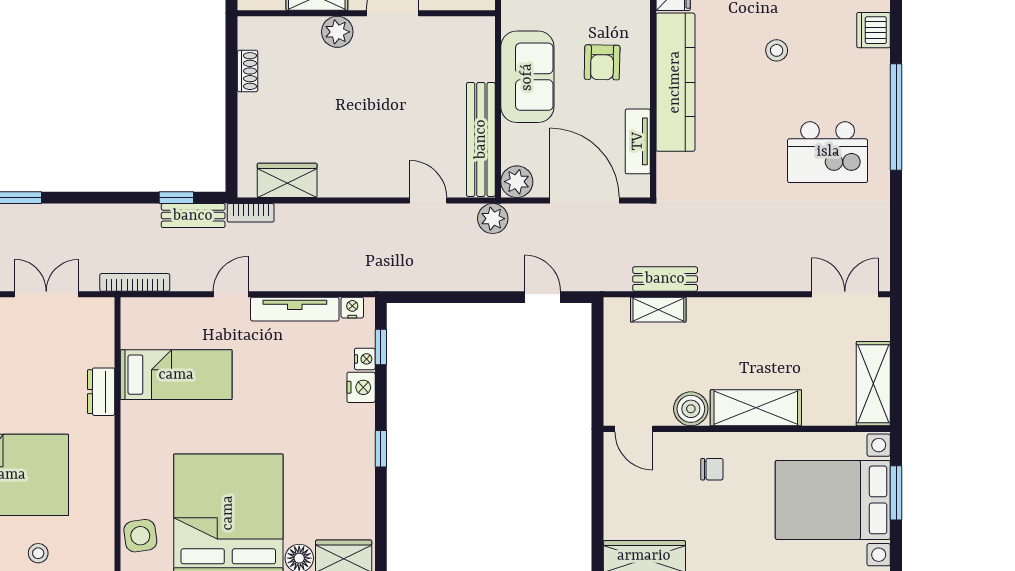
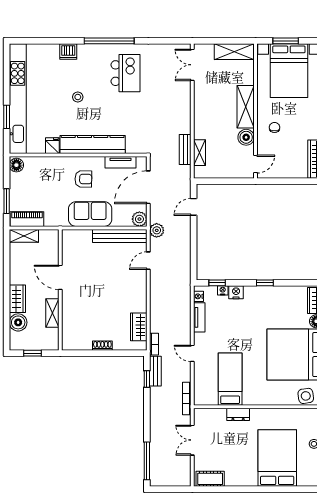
plant: (337, 32) -> (69, 303), removed
shoe rack: (248, 71) -> (102, 346), moved
tv unit: (295, 309) -> (199, 317), width x0.71

